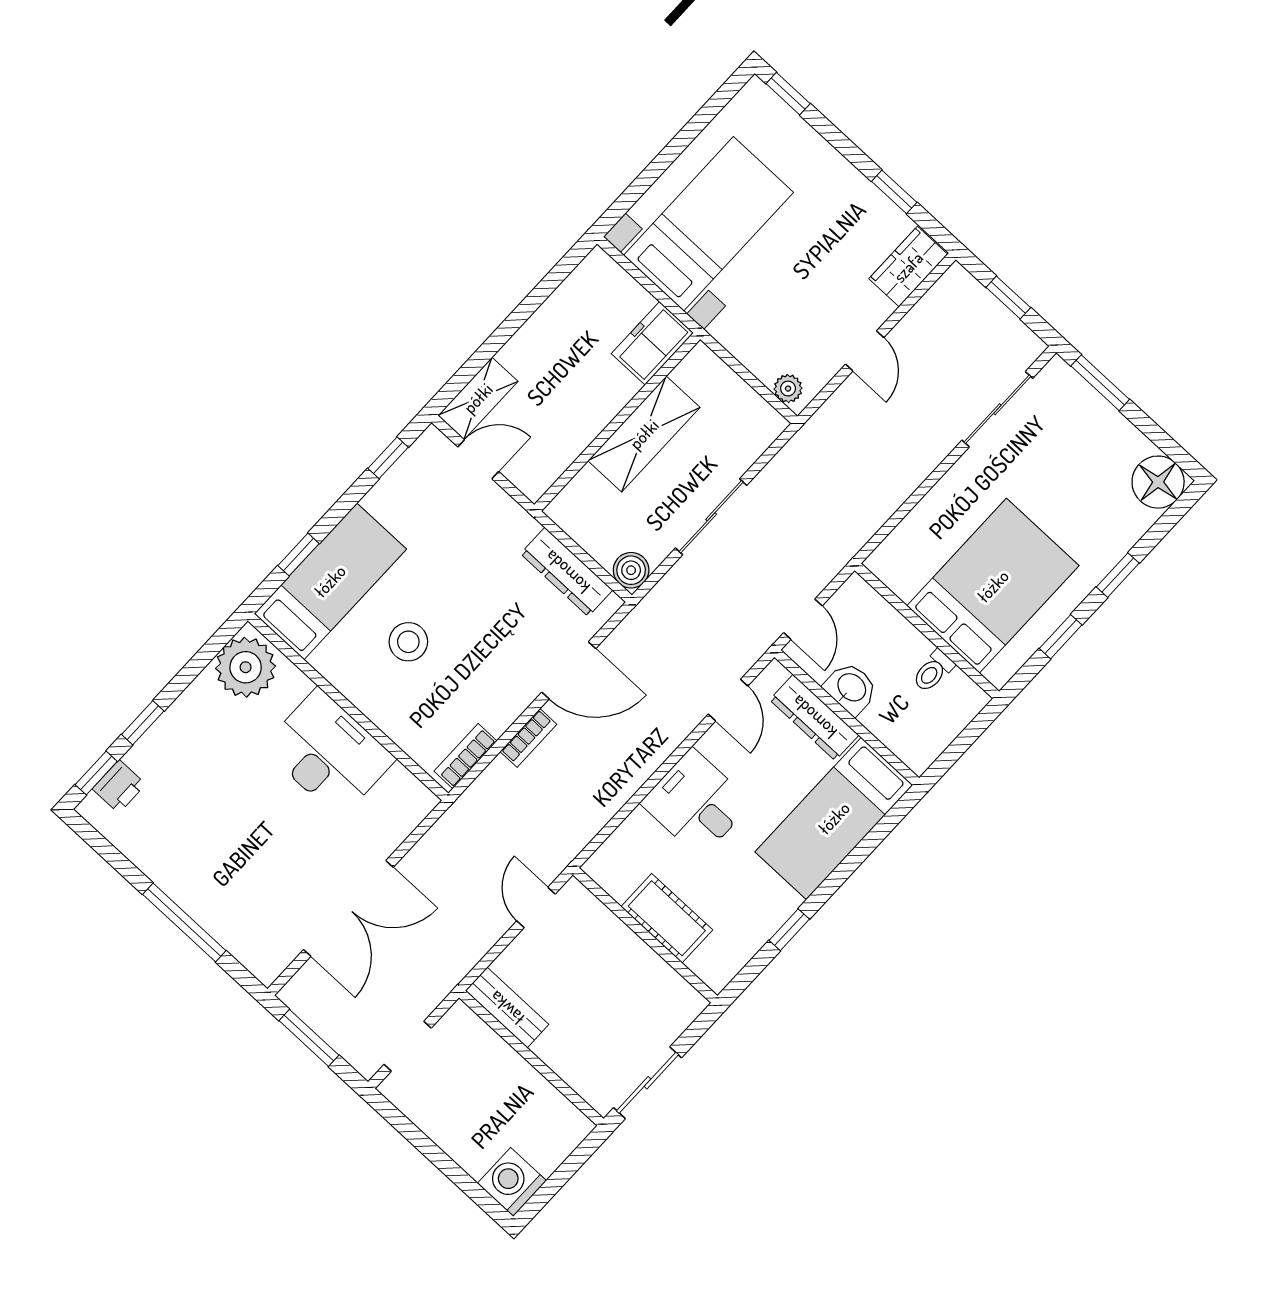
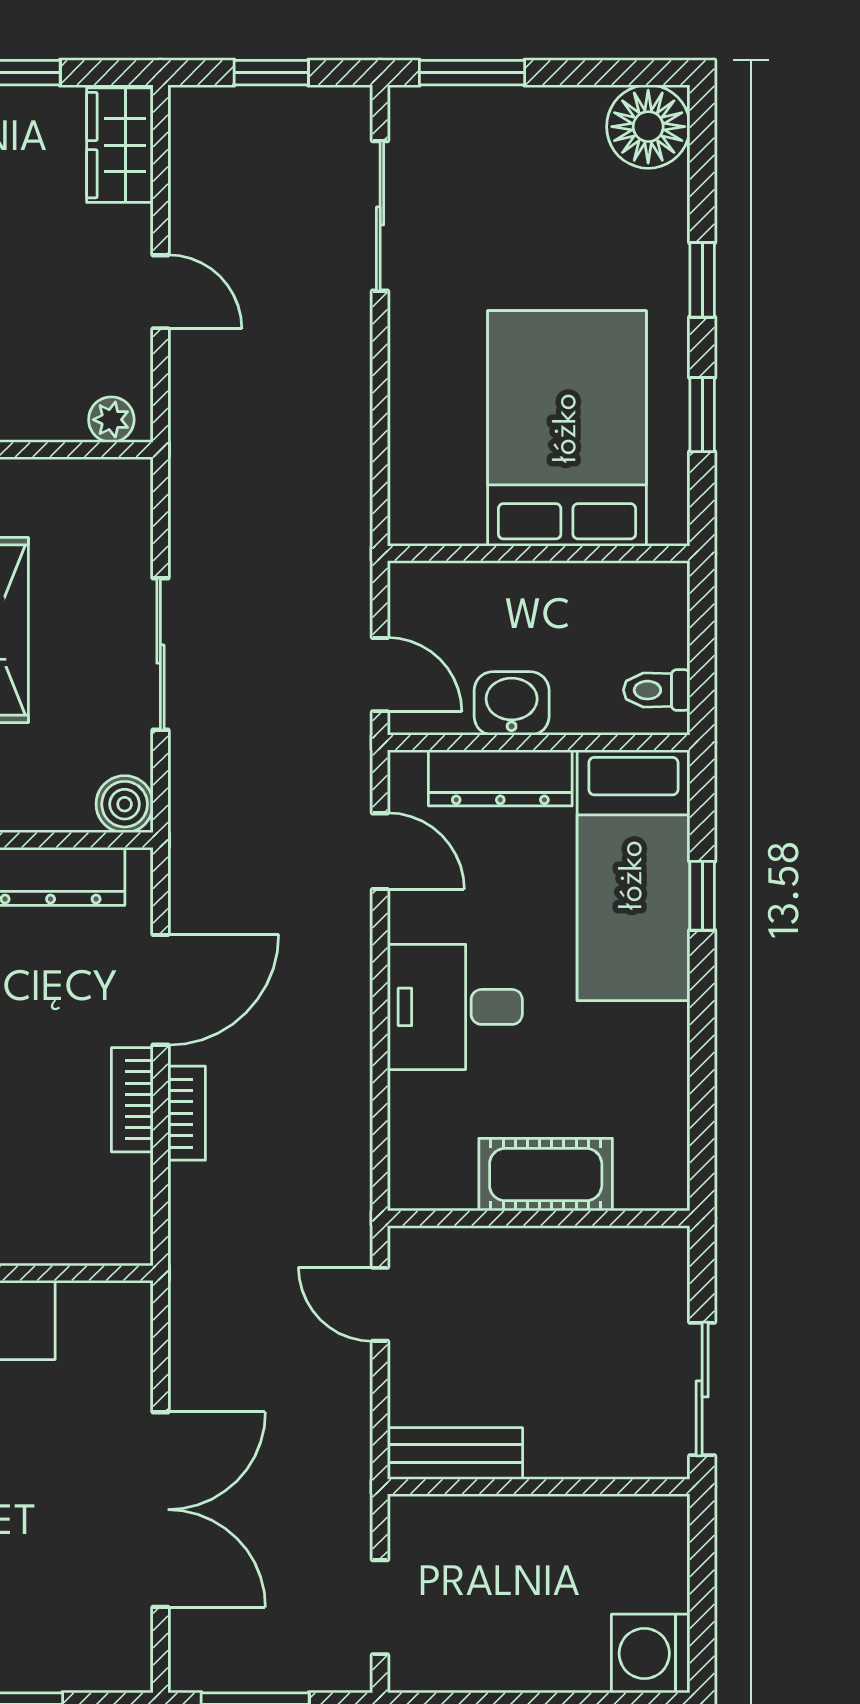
toilet: (933, 671) -> (657, 690), moved, turned 90
bookcase: (466, 756) -> (132, 1100), moved
window: (789, 930) -> (702, 896), moved

